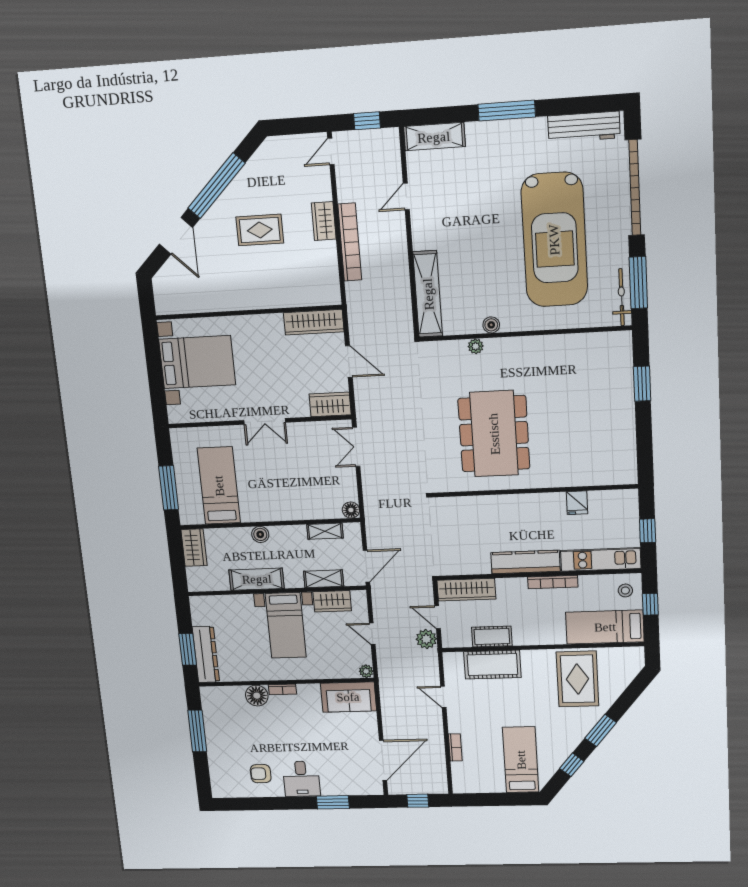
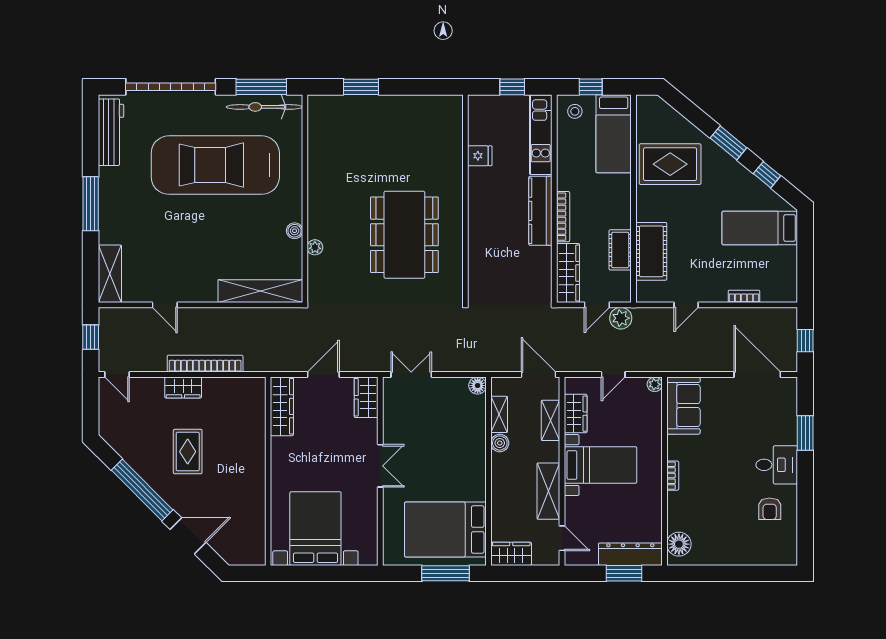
car: (554, 240) -> (215, 165), turned 180
bicycle: (622, 297) -> (264, 107), width x1.37, depth x1.40
dining table: (494, 434) -> (404, 235), turned 90
double door: (356, 447) -> (411, 375), swing flipped
bed: (219, 486) -> (445, 529), width x1.50
boiler: (260, 534) -> (500, 443), moved
bookcase: (553, 582) -> (563, 217), moved
door: (214, 593) -> (562, 538), added
floor lamp: (257, 696) -> (679, 544), moved
window: (197, 731) -> (718, 573), removed

